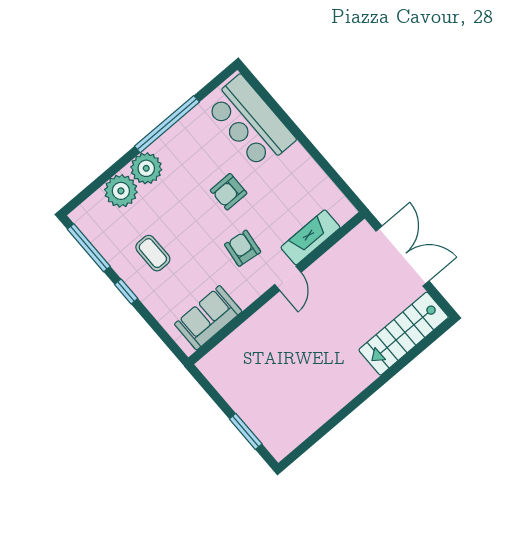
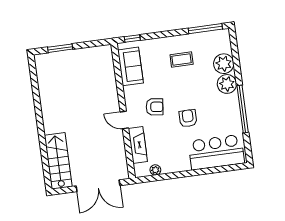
plant: (329, 191) -> (155, 170), added
window: (126, 291) -> (132, 38), moved

